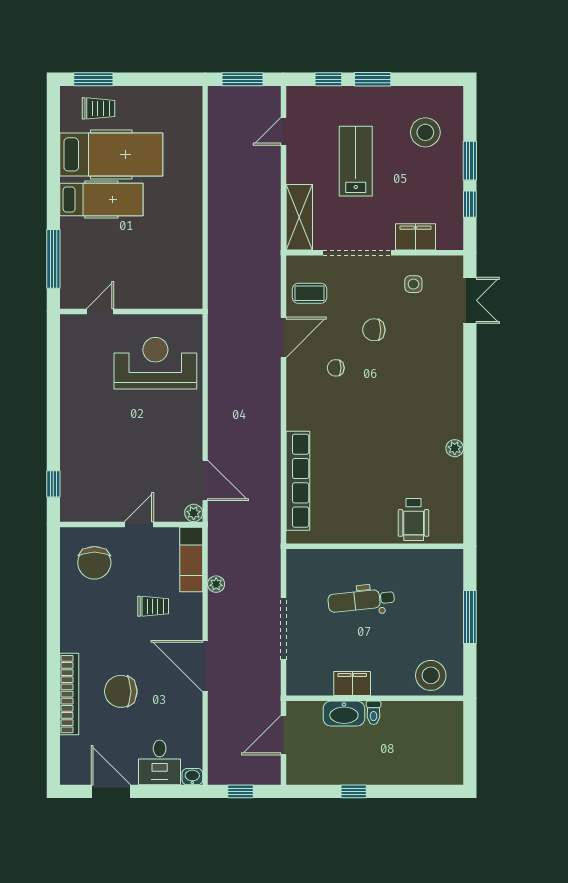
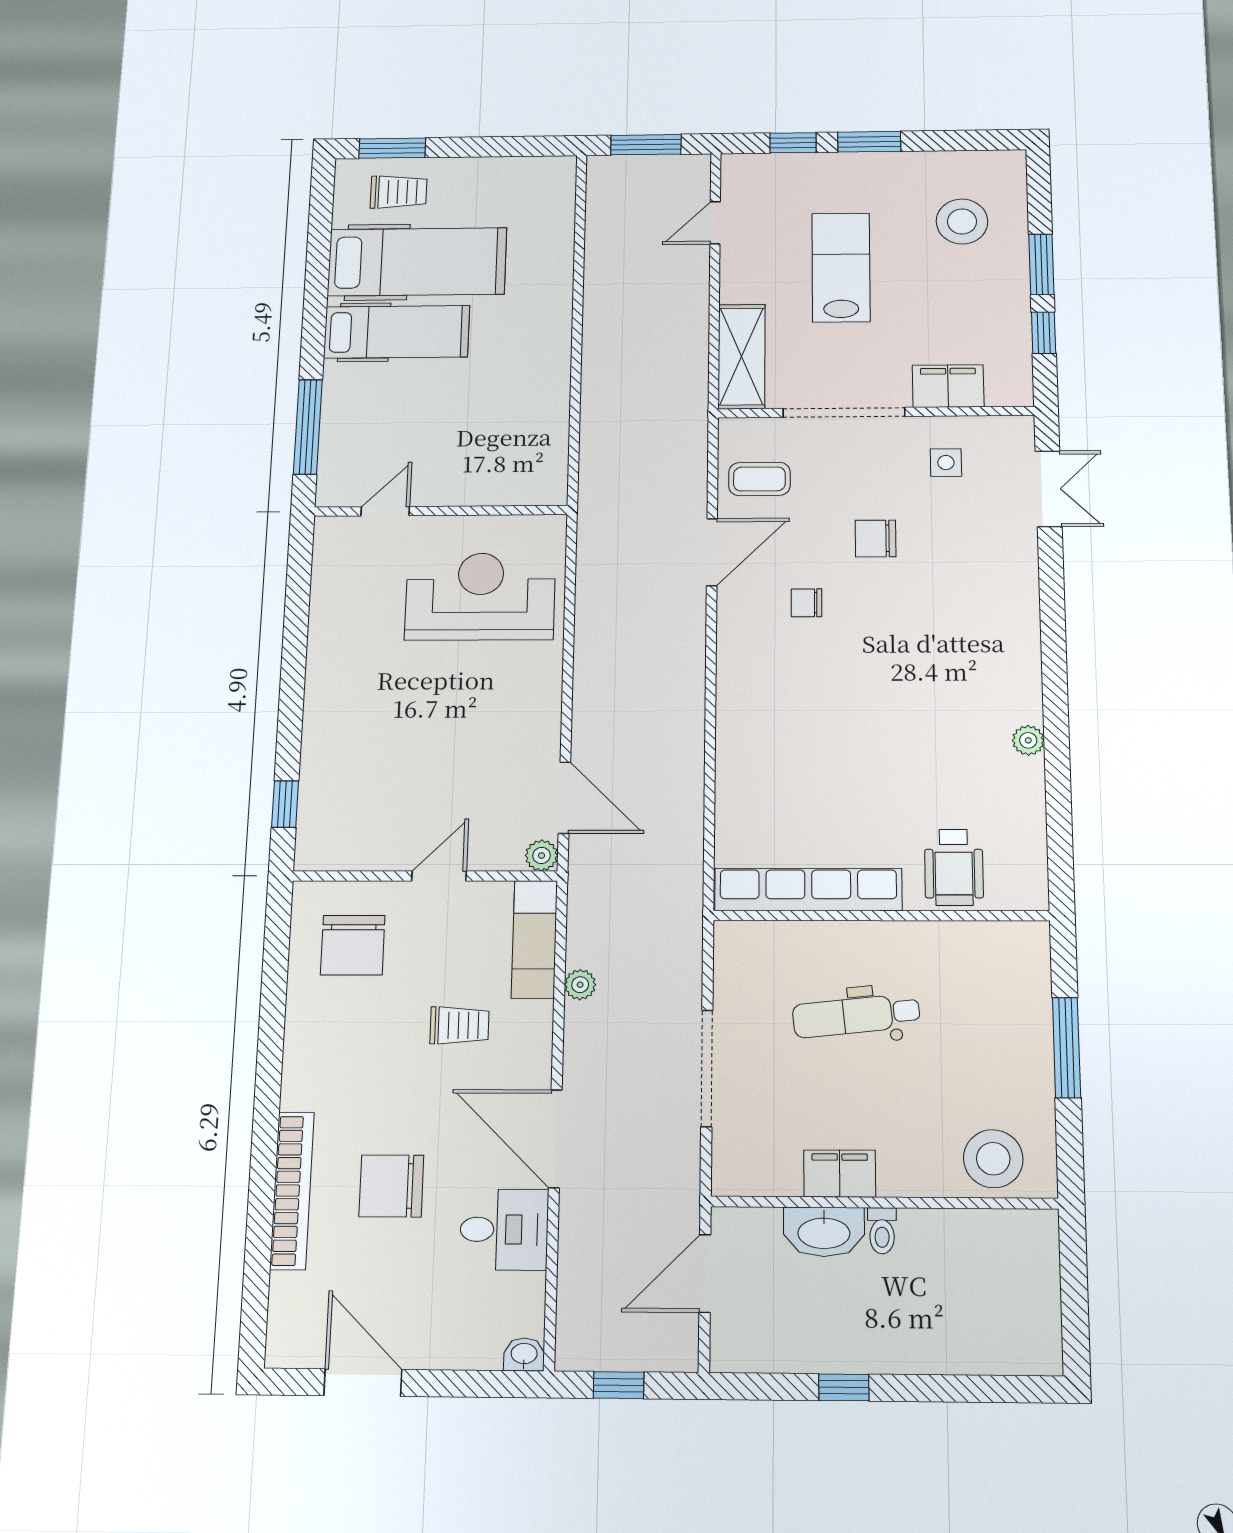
row of seats: (298, 481) -> (808, 889), moved, turned -90
desk: (160, 762) -> (504, 1229), moved, turned -90

